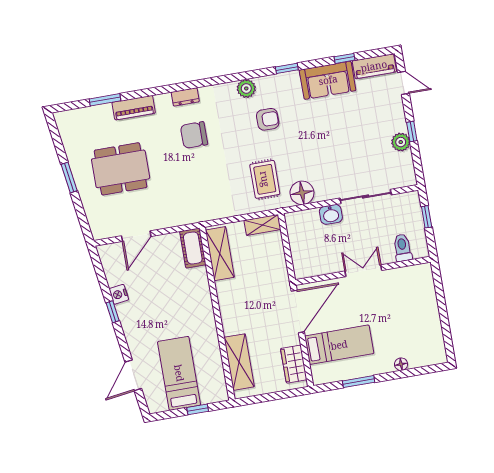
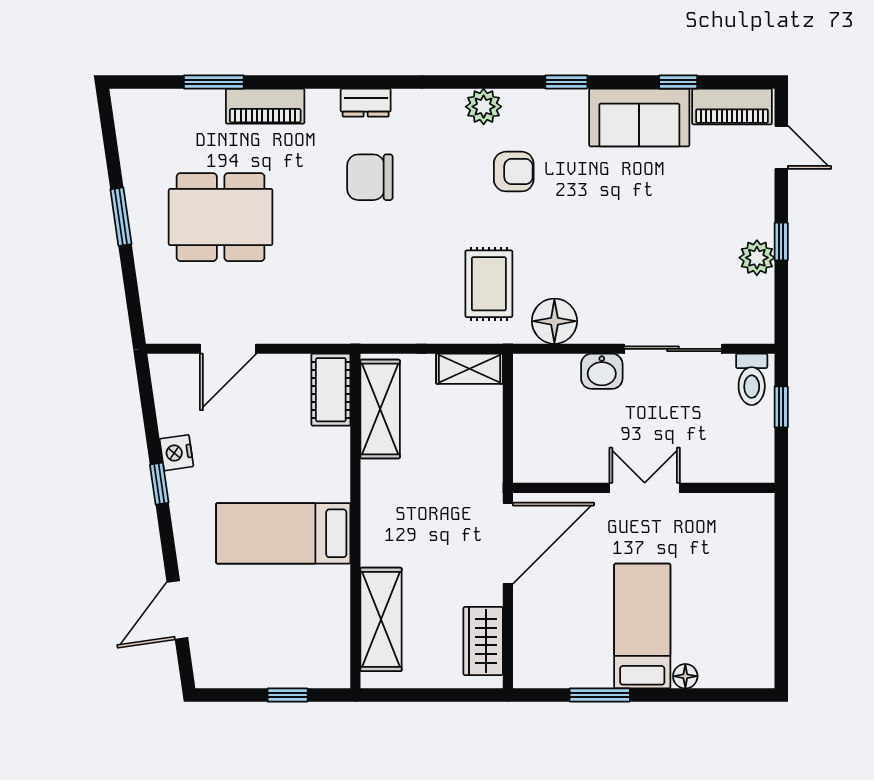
toilet: (402, 248) -> (752, 379), moved, turned 180
bed: (339, 345) -> (642, 626), moved, turned -90
bed: (179, 373) -> (283, 533), moved, turned -90

